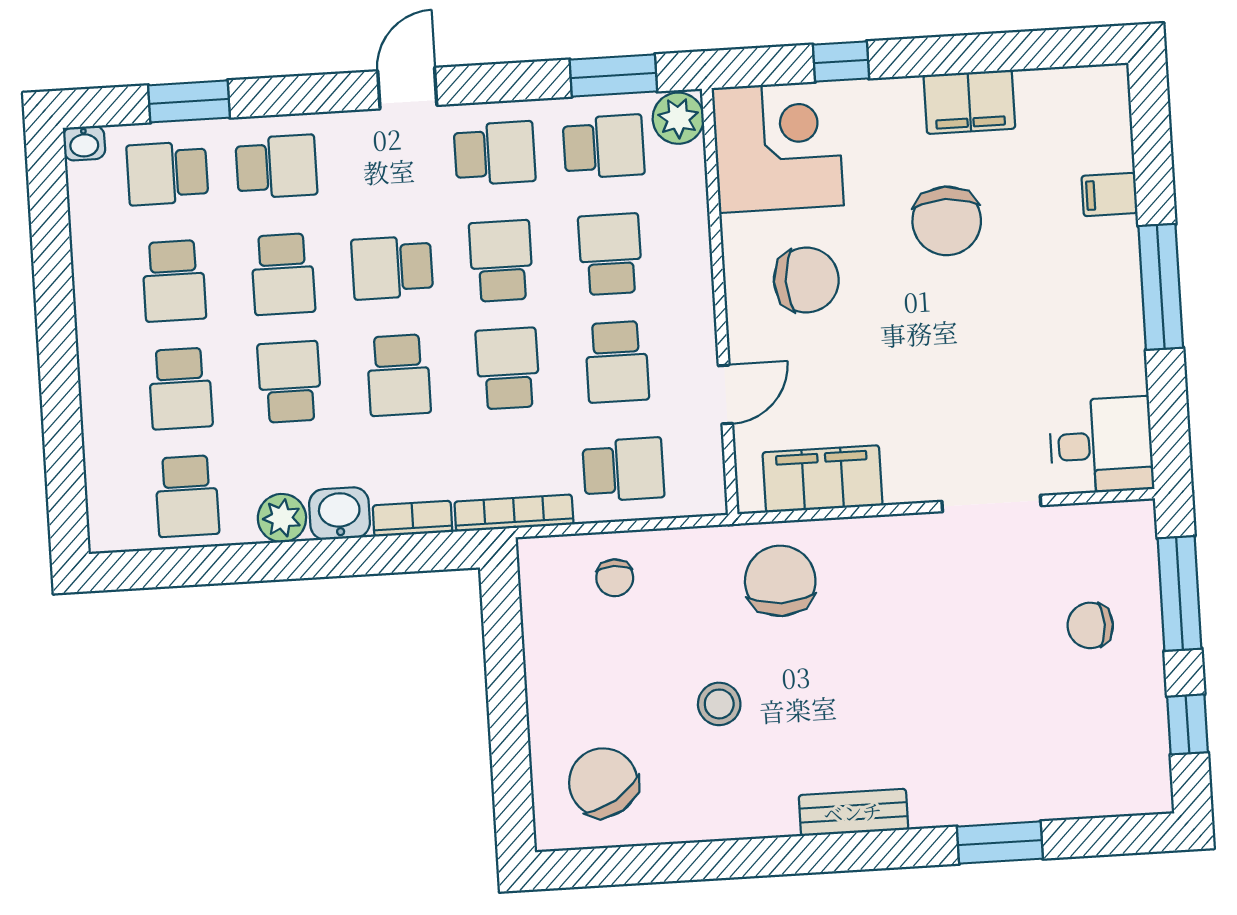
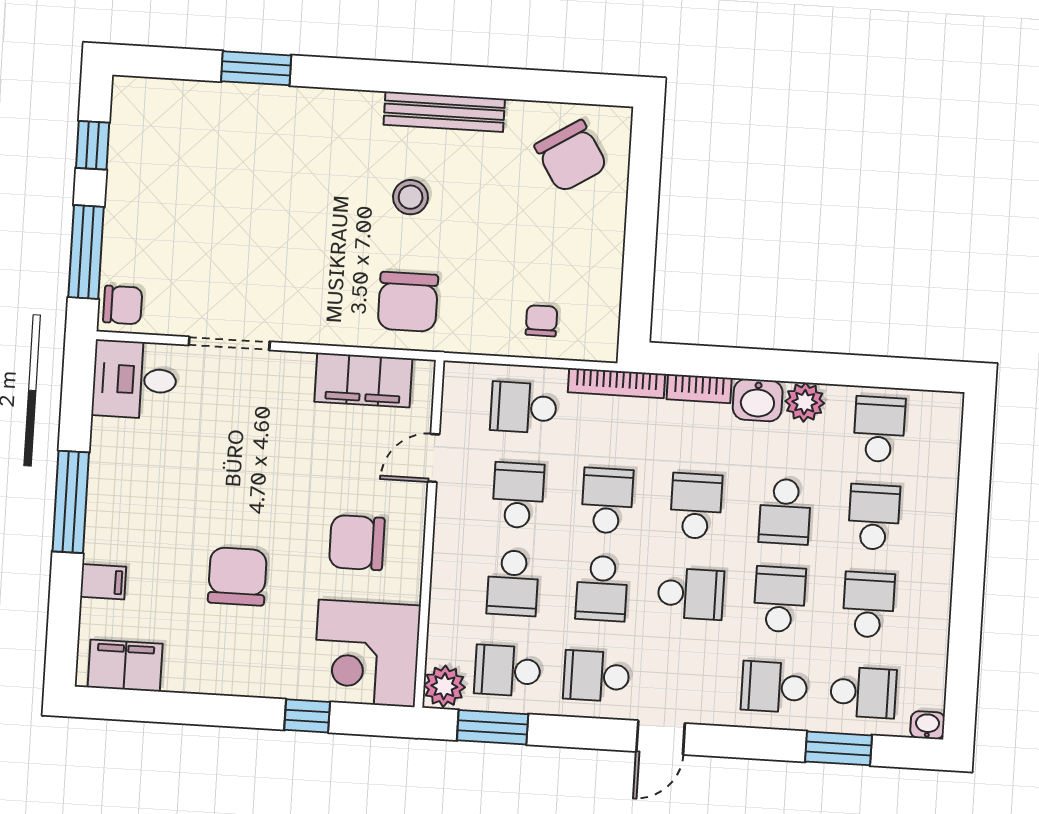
filing cabinet: (969, 102) -> (125, 666), moved
school desk: (508, 369) -> (607, 501), turned 180
chair: (1090, 625) -> (123, 305), moved
stool: (719, 704) -> (411, 197), moved
bench: (853, 812) -> (444, 112), moved, width x1.36

